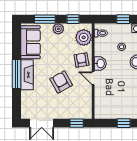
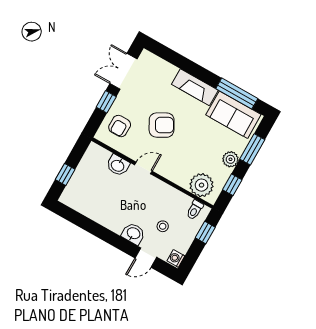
window: (123, 19) -> (205, 233), moved
armchair: (82, 60) -> (120, 126), moved, turned 100
washbasin: (100, 63) -> (118, 165), moved
window: (17, 74) -> (237, 94), moved
window: (77, 123) -> (106, 102), moved

